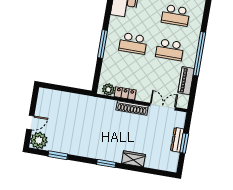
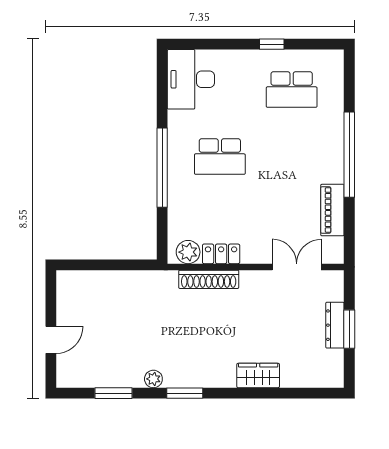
window: (102, 44) -> (162, 168), width x1.46
school desk: (170, 50) -> (292, 157), removed
shoe rack: (132, 108) -> (209, 279), moved
plant: (39, 140) -> (153, 379), moved, width x0.53, depth x0.53
window: (106, 163) -> (185, 393), moved

